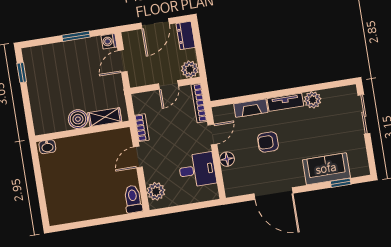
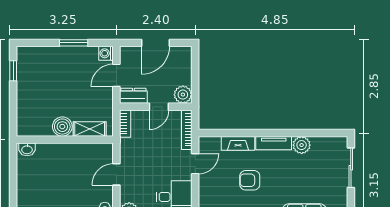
dresser: (186, 35) -> (133, 96), moved, turned 90
bookcase: (142, 128) -> (125, 124), moved
floor lamp: (227, 159) -> (206, 191), removed

